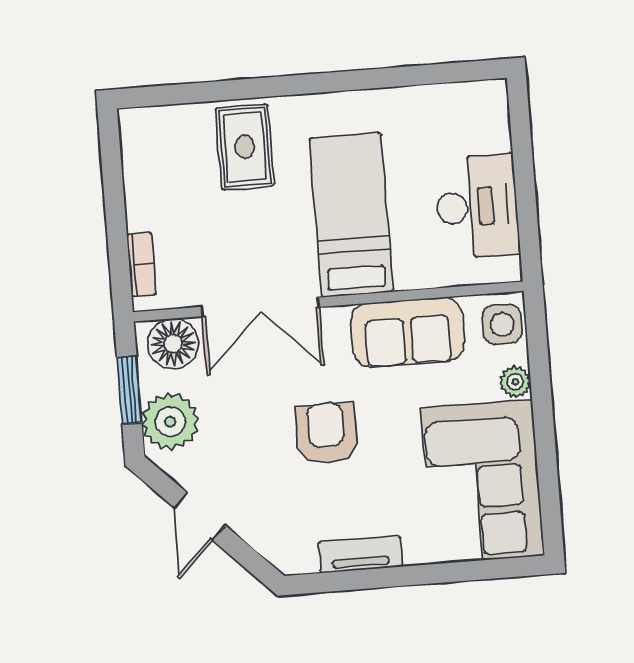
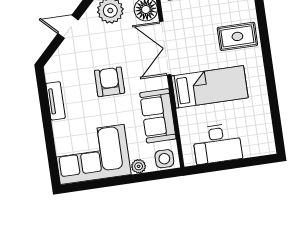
armchair: (326, 433) -> (110, 82), turned -90

